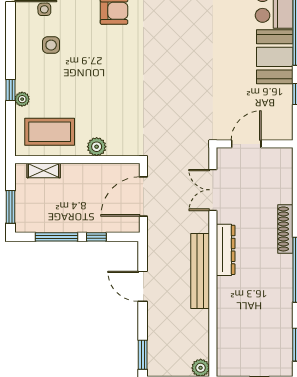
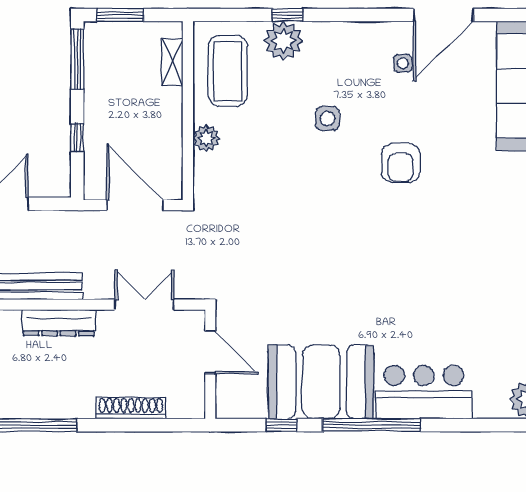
side table: (51, 45) -> (328, 119), moved
booth: (275, 57) -> (321, 382), width x1.36, depth x1.42
plant: (22, 99) -> (283, 41), width x1.88, depth x1.88
shoe rack: (285, 229) -> (131, 408), moved
window: (56, 237) -> (77, 59), moved

